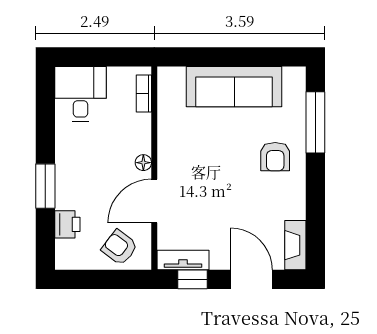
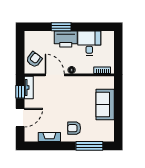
sofa: (234, 87) -> (105, 104), width x0.73
desk: (81, 94) -> (89, 43), moved, turned -90
printer: (67, 224) -> (66, 39), moved, width x1.87, depth x1.48
fireplace: (295, 245) -> (49, 137), moved

